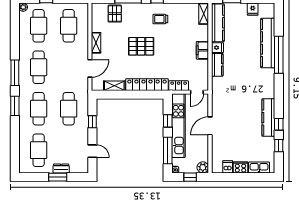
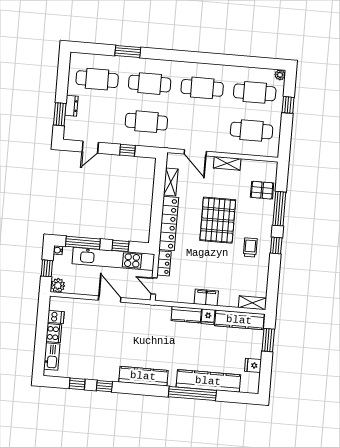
pallet: (141, 46) -> (218, 220), width x1.37, depth x1.41
window: (15, 73) -> (198, 57), removed
window: (15, 106) -> (128, 52), moved
kitchen counter: (268, 118) -> (143, 376), moved
window: (58, 177) -> (60, 114), moved

